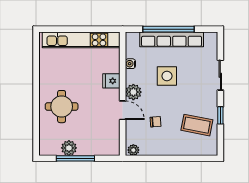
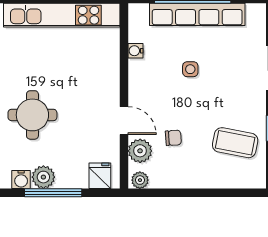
side table: (167, 76) -> (190, 69), width x0.54, depth x0.54
fridge: (111, 81) -> (100, 176), moved, turned 90
plant: (133, 92) -> (140, 151), moved
water cooler: (54, 150) -> (21, 179), added

